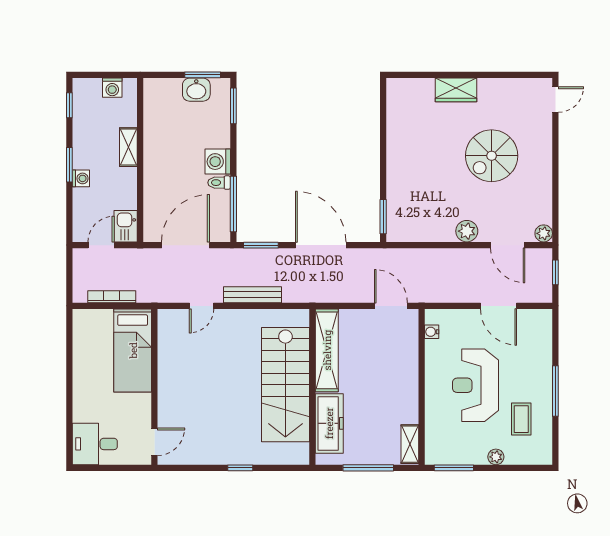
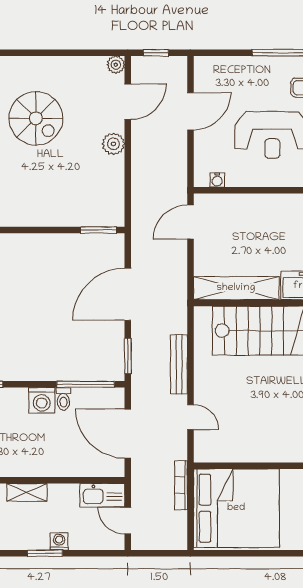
kitchen sink: (126, 226) -> (102, 495), width x1.38
bookcase: (112, 297) -> (181, 485), moved
bed: (133, 350) -> (236, 508), width x2.04

